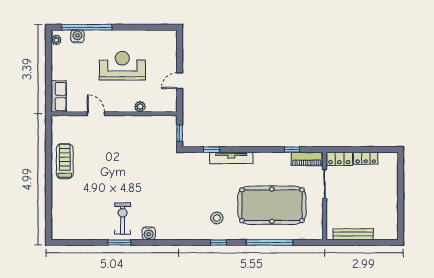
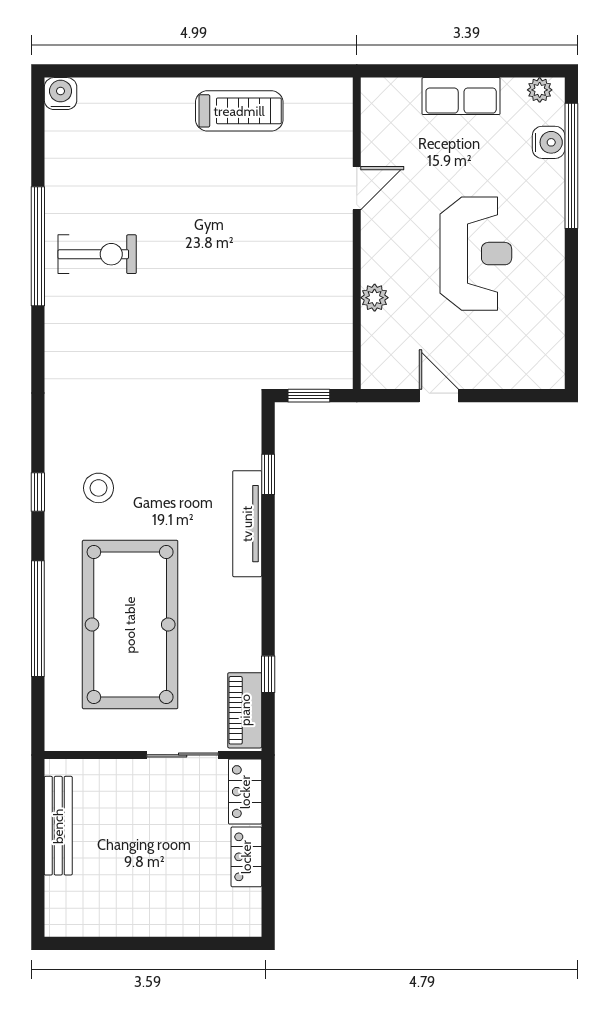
row of seats: (59, 96) -> (461, 96), moved
water cooler: (149, 233) -> (61, 94), moved, turned 90
window: (119, 242) -> (38, 246), width x2.11

